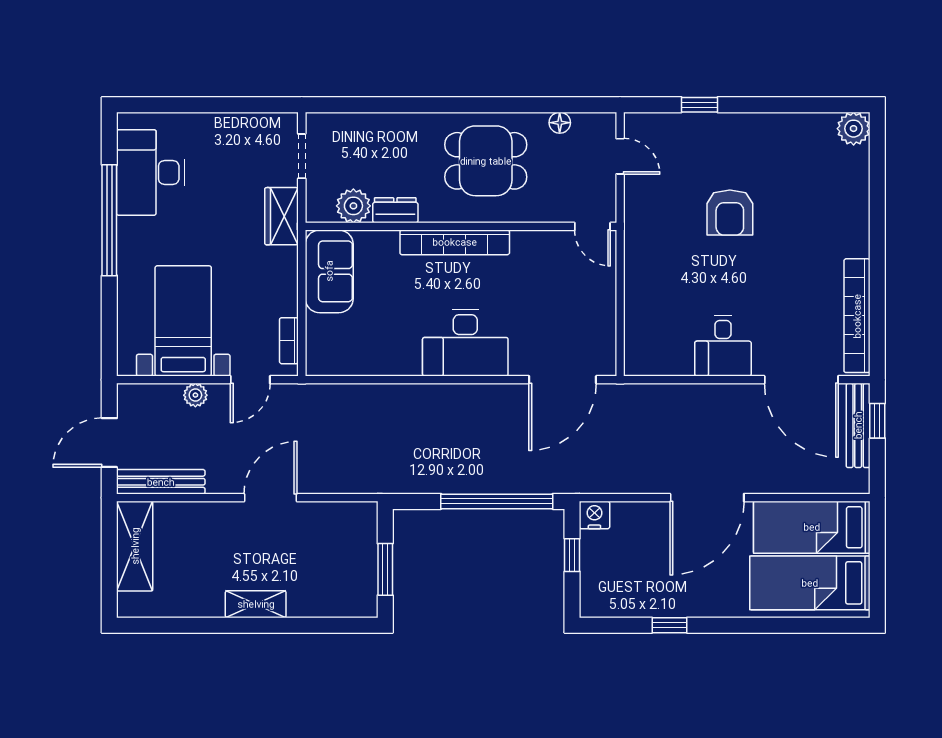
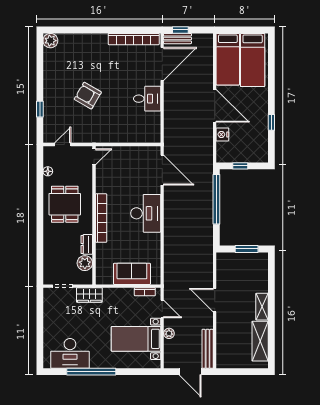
armchair: (730, 213) -> (88, 96), turned -150
sofa: (329, 271) -> (132, 274), moved
bench: (858, 425) -> (178, 39), width x0.73
nightstand: (594, 515) -> (222, 134), moved
shelving: (135, 546) -> (260, 341), moved, turned 90

